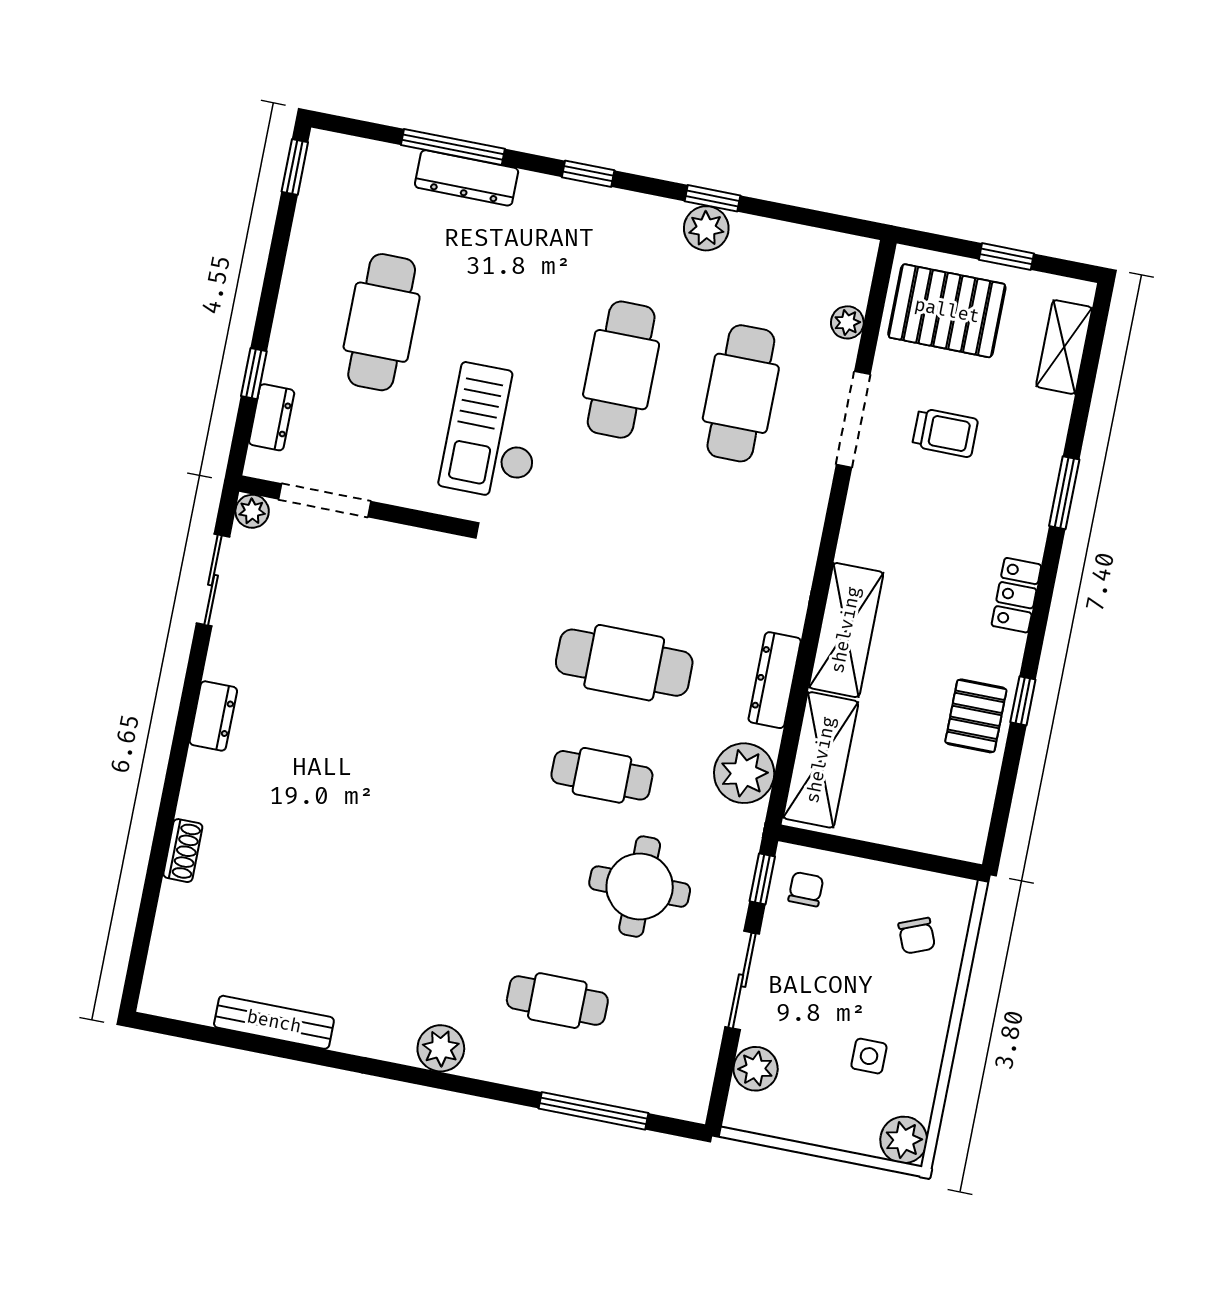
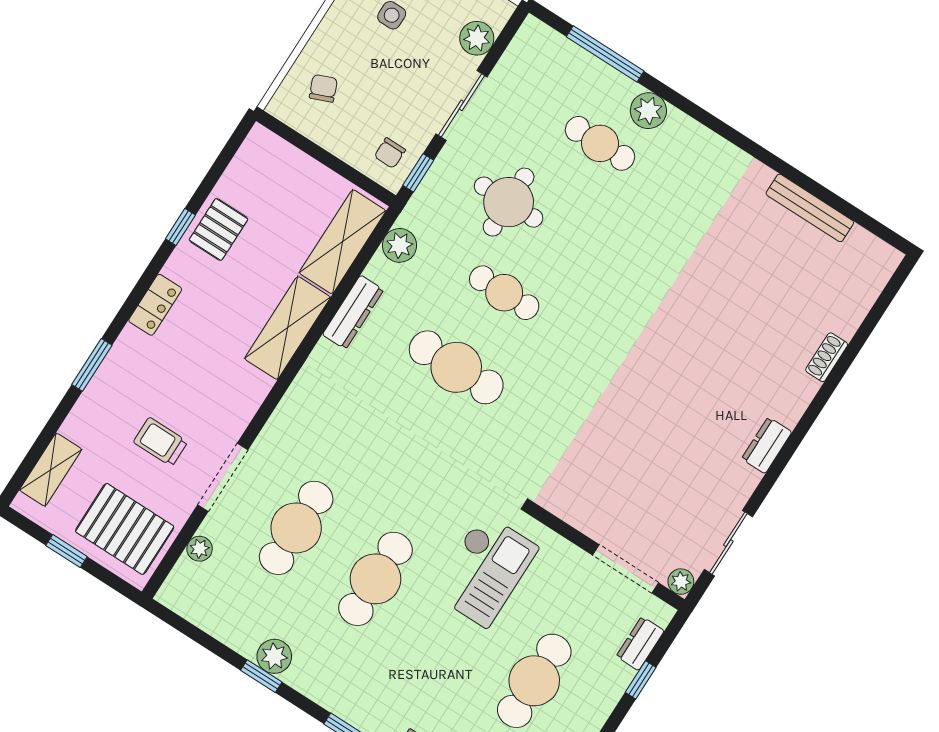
plant: (744, 773) -> (400, 245), width x0.73, depth x0.73
plant: (441, 1048) -> (648, 111), moved

